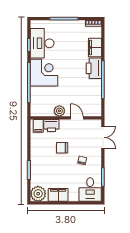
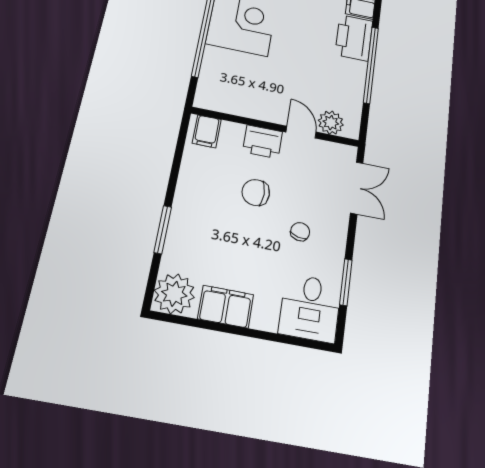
plant: (59, 111) -> (331, 123), moved
printer: (51, 126) -> (263, 142), moved

